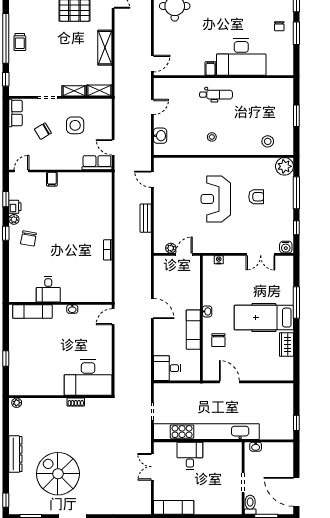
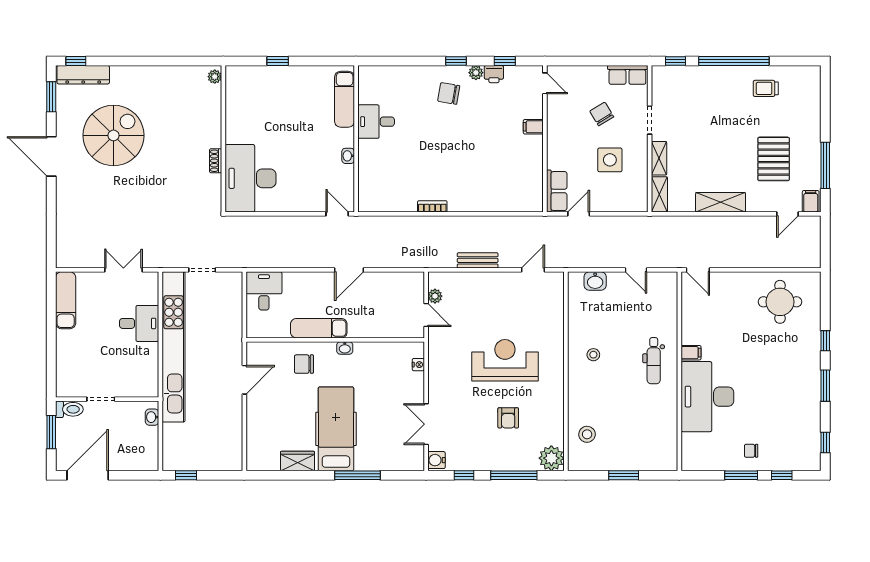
trolley: (20, 42) -> (766, 88), moved
dresser: (15, 454) -> (83, 75), moved

